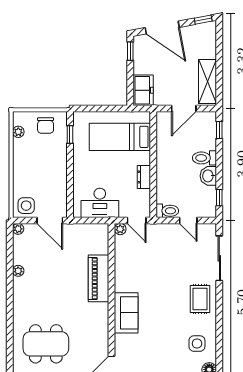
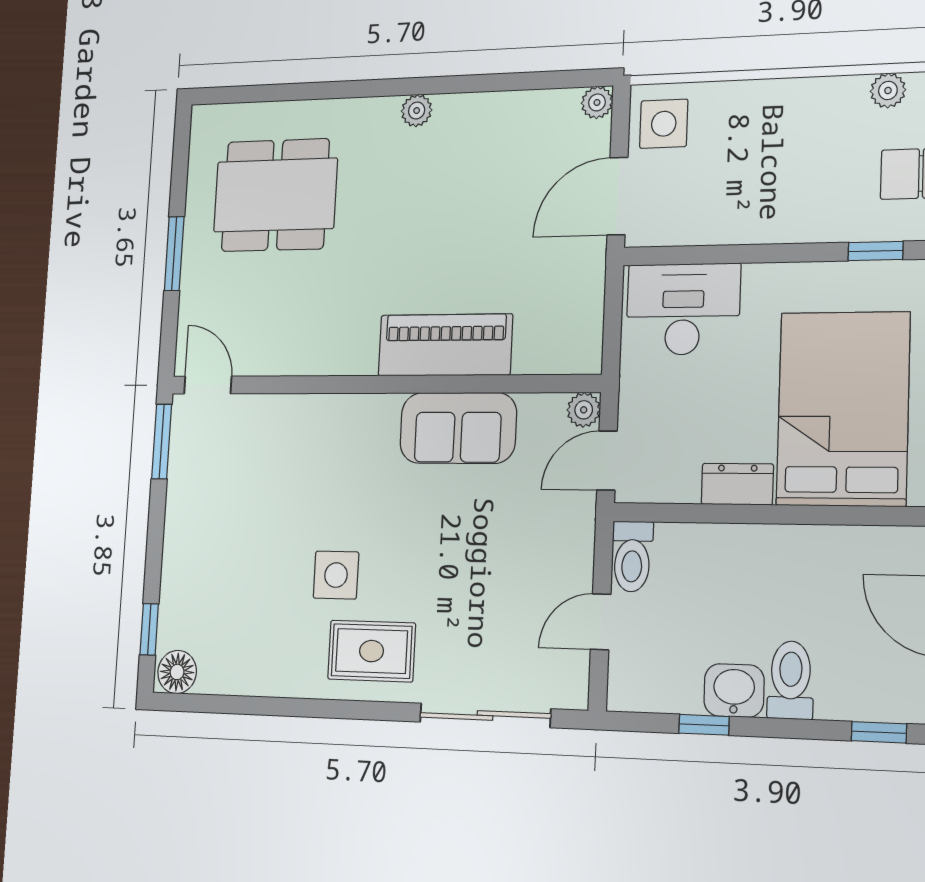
bed: (120, 137) -> (843, 409), width x1.50
window: (219, 198) -> (704, 725), moved
desk: (100, 203) -> (683, 309), moved, turned 90
plant: (18, 271) -> (417, 111), moved
sofa: (126, 313) -> (458, 428), moved
dining table: (46, 344) -> (275, 195), turned 90
side table: (197, 344) -> (336, 575), moved

